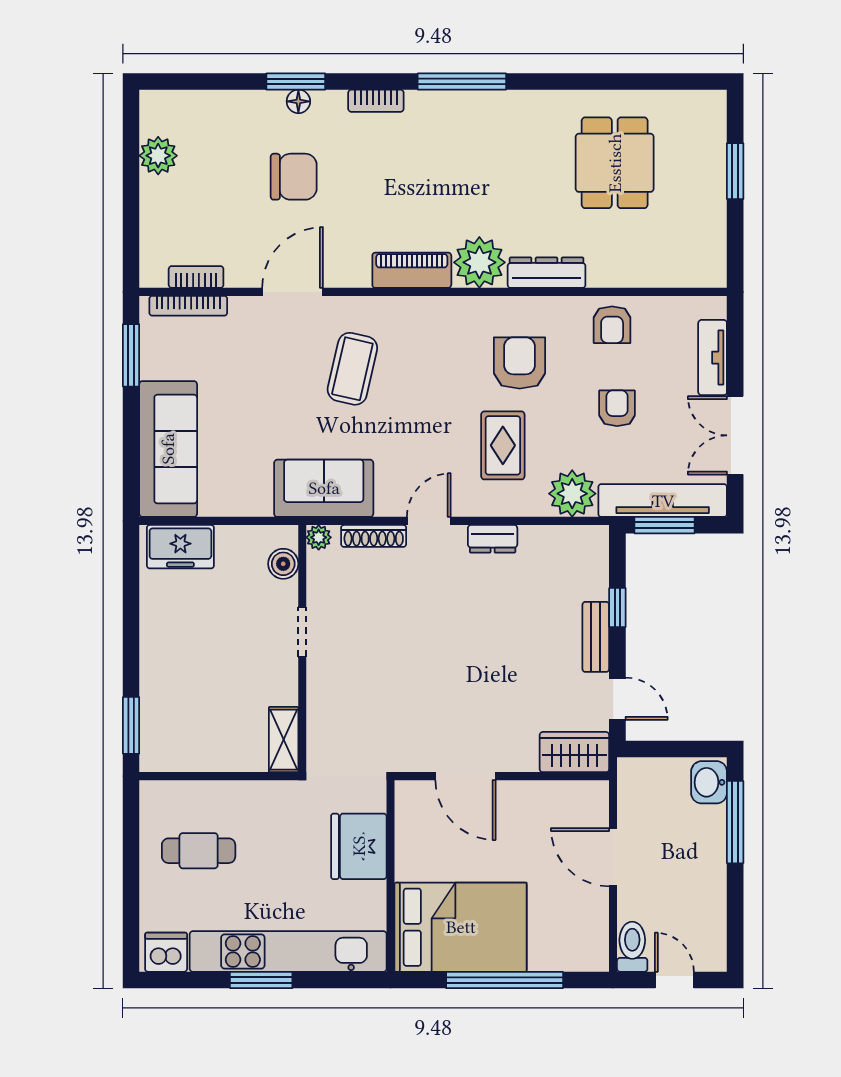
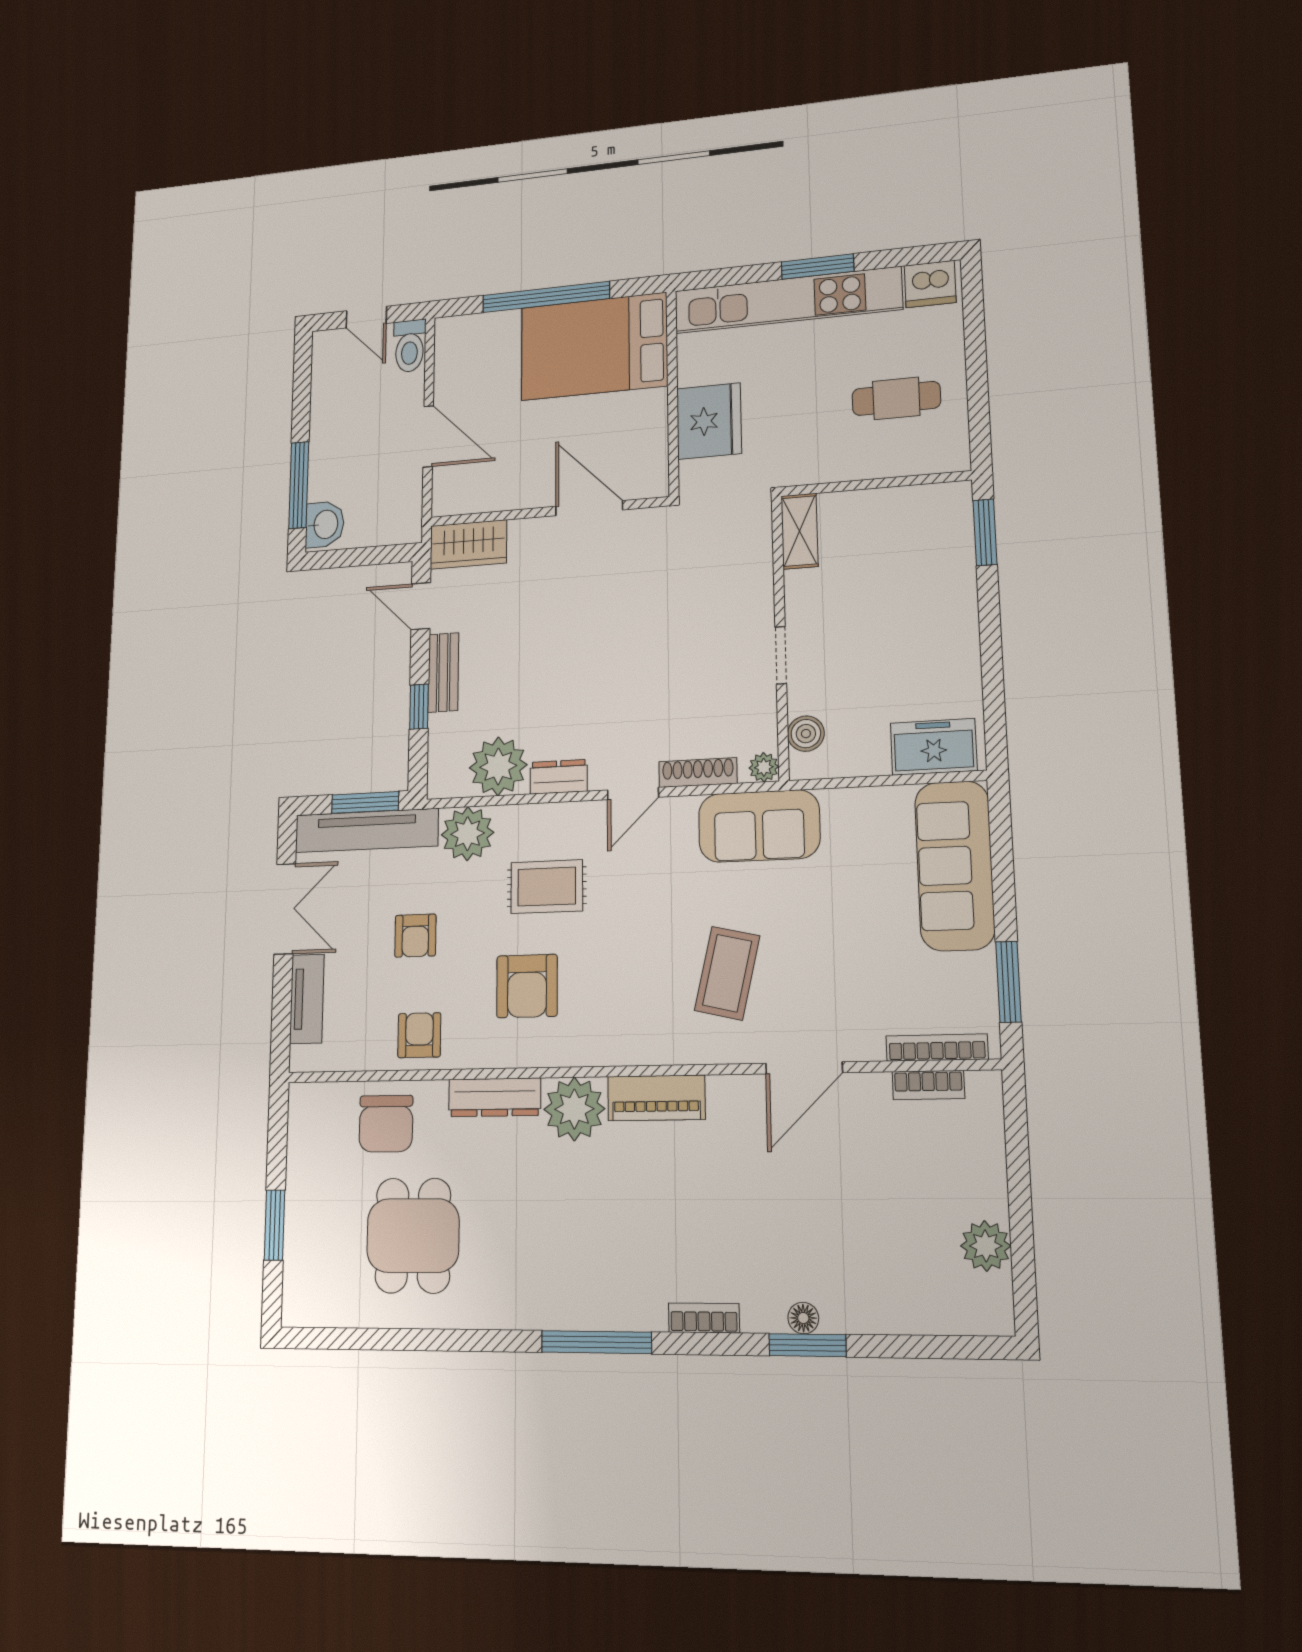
chair: (294, 177) -> (386, 1124), moved, turned -90
rug: (503, 445) -> (547, 887), turned 90
plant: (546, 551) -> (498, 766), added

